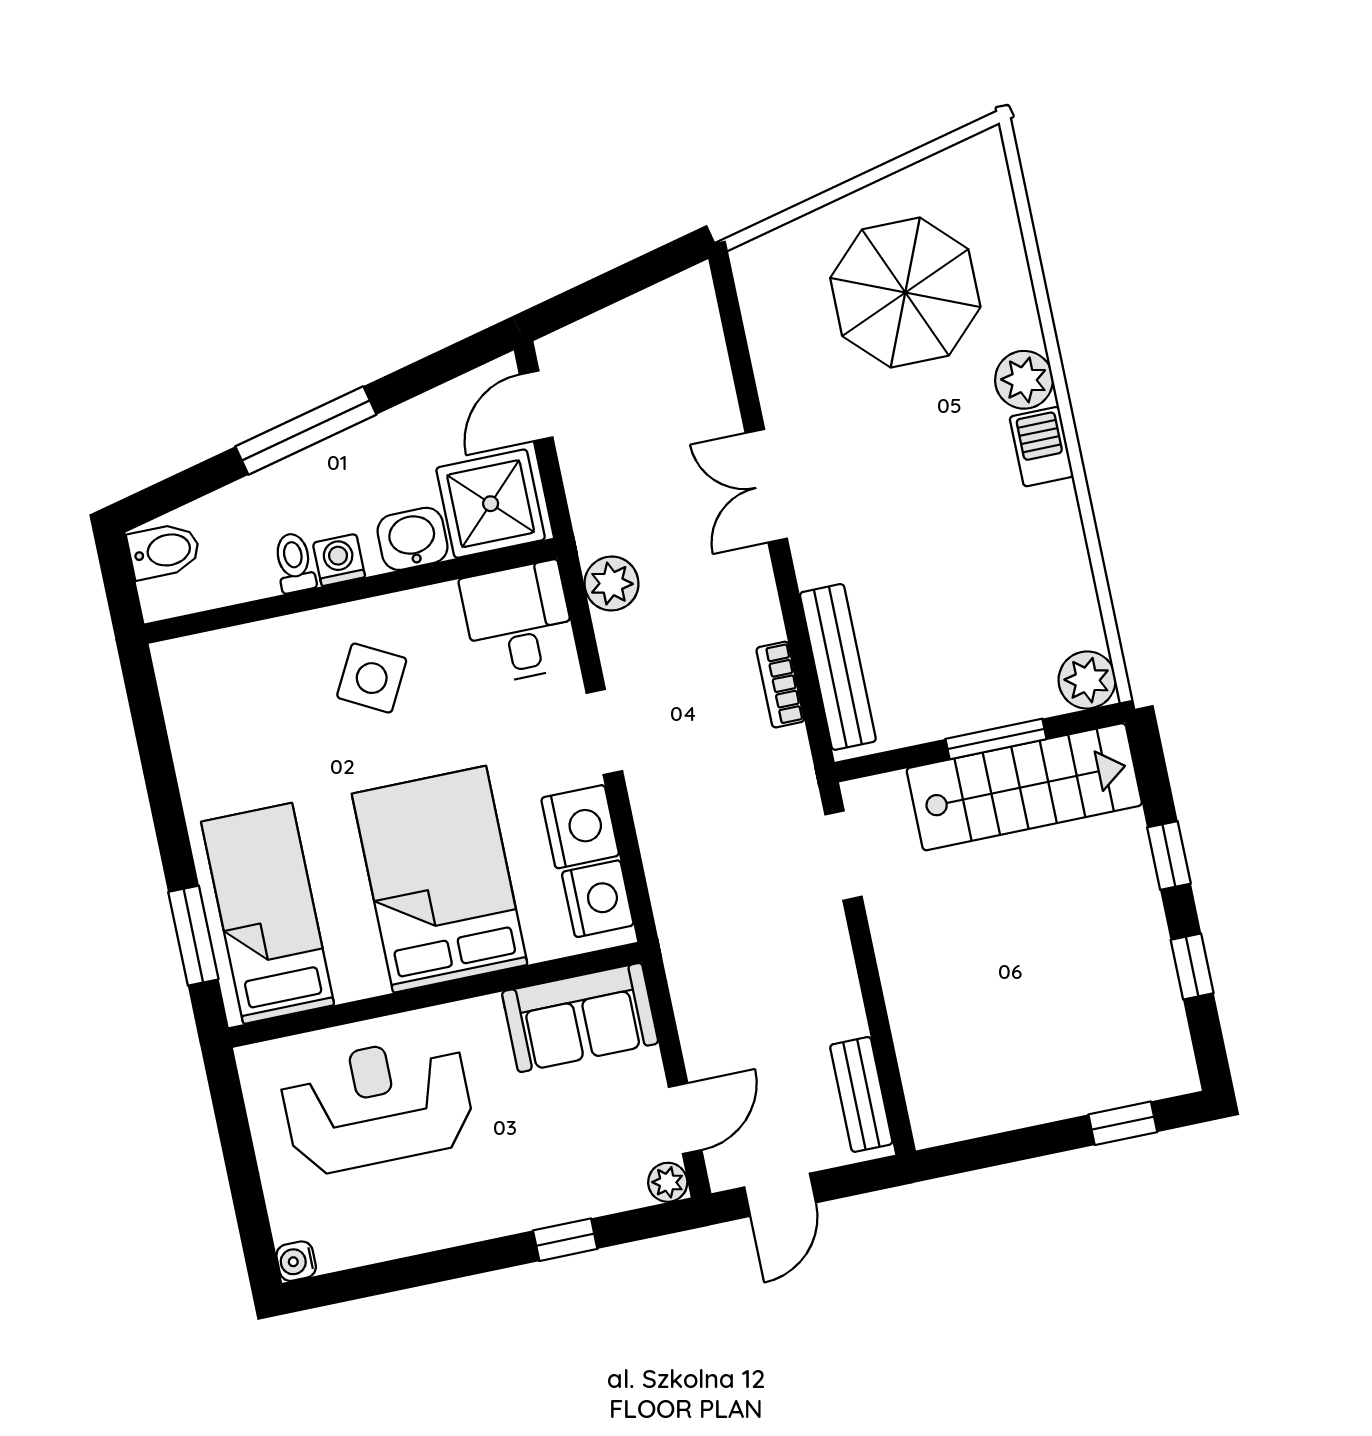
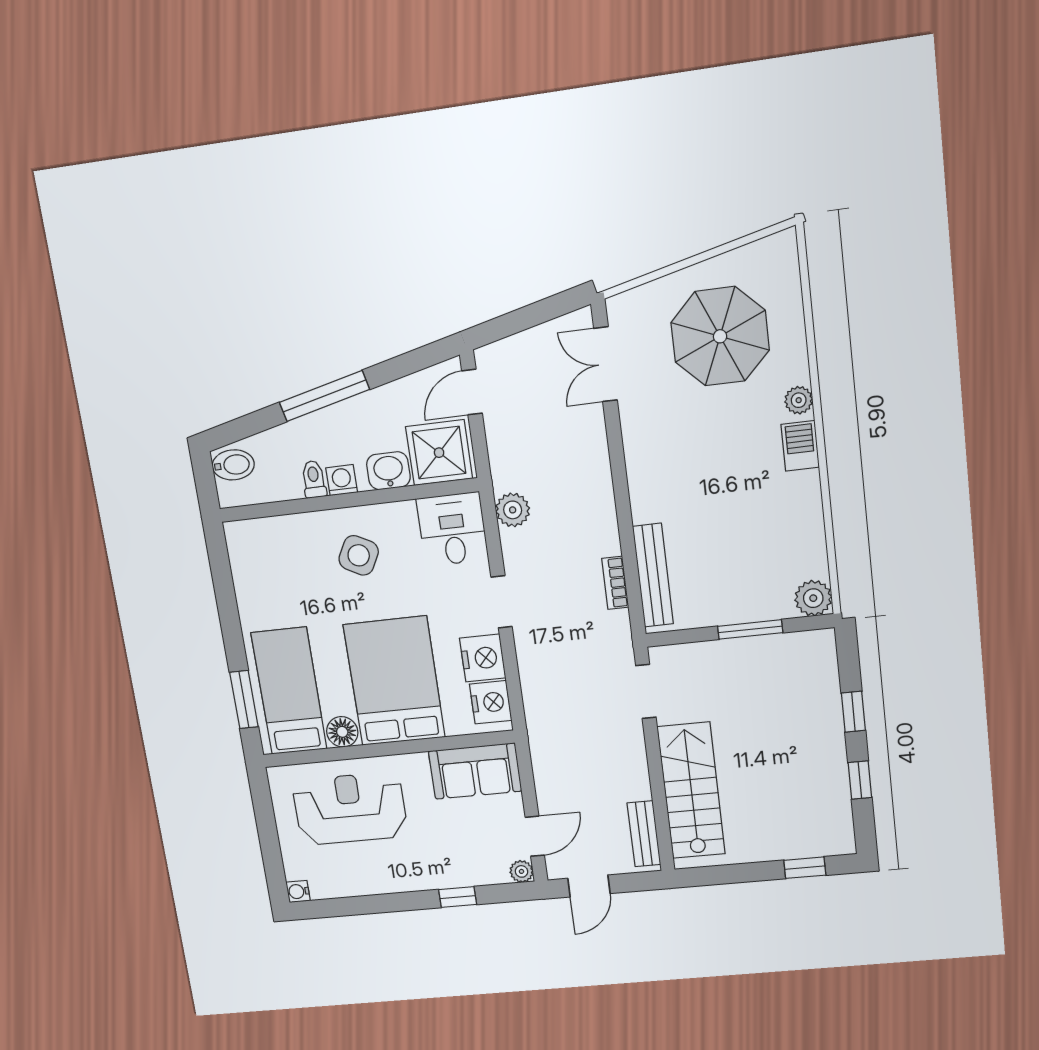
plant: (1024, 380) -> (799, 400), width x0.73, depth x0.73
double door: (766, 486) -> (605, 364), moved
stairs: (1024, 787) -> (691, 791), moved, turned -90
floor lamp: (358, 974) -> (342, 732), added

